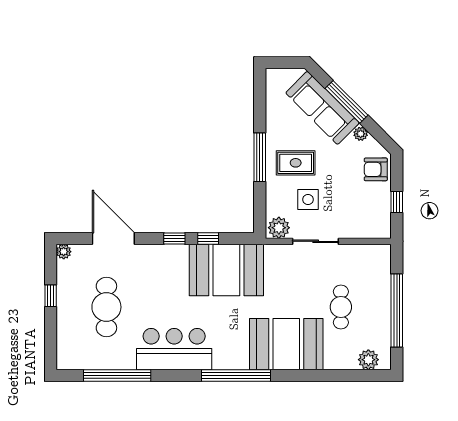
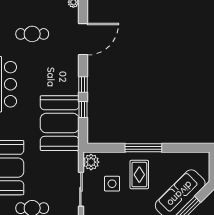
cafe table: (106, 307) -> (32, 34), width x0.73, depth x0.74

